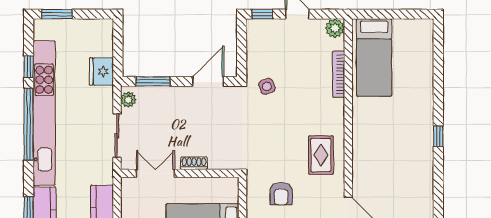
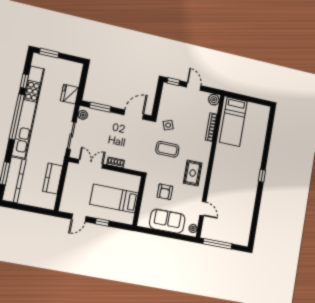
coffee table: (273, 125) -> (167, 149), added

